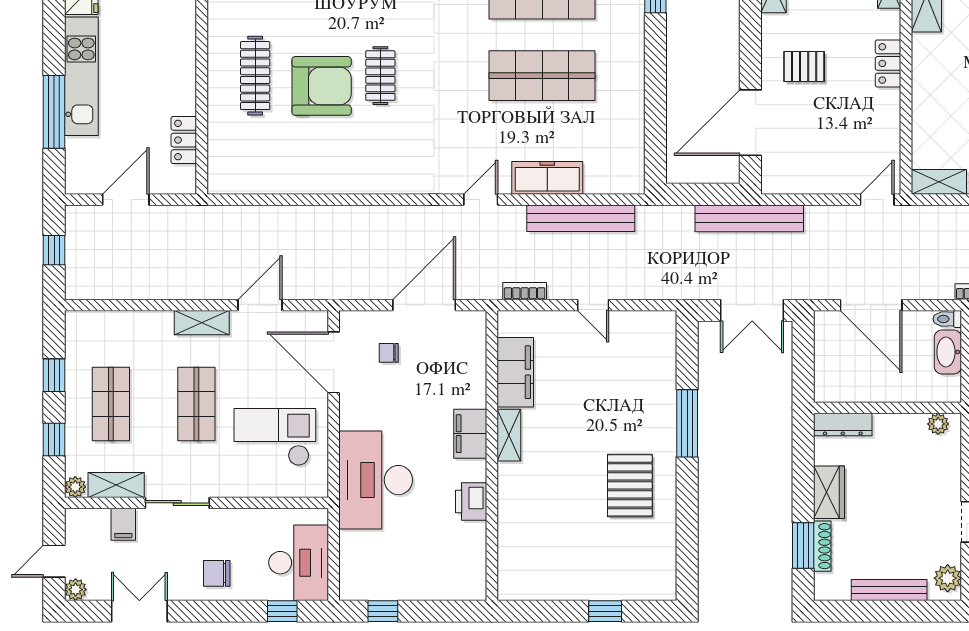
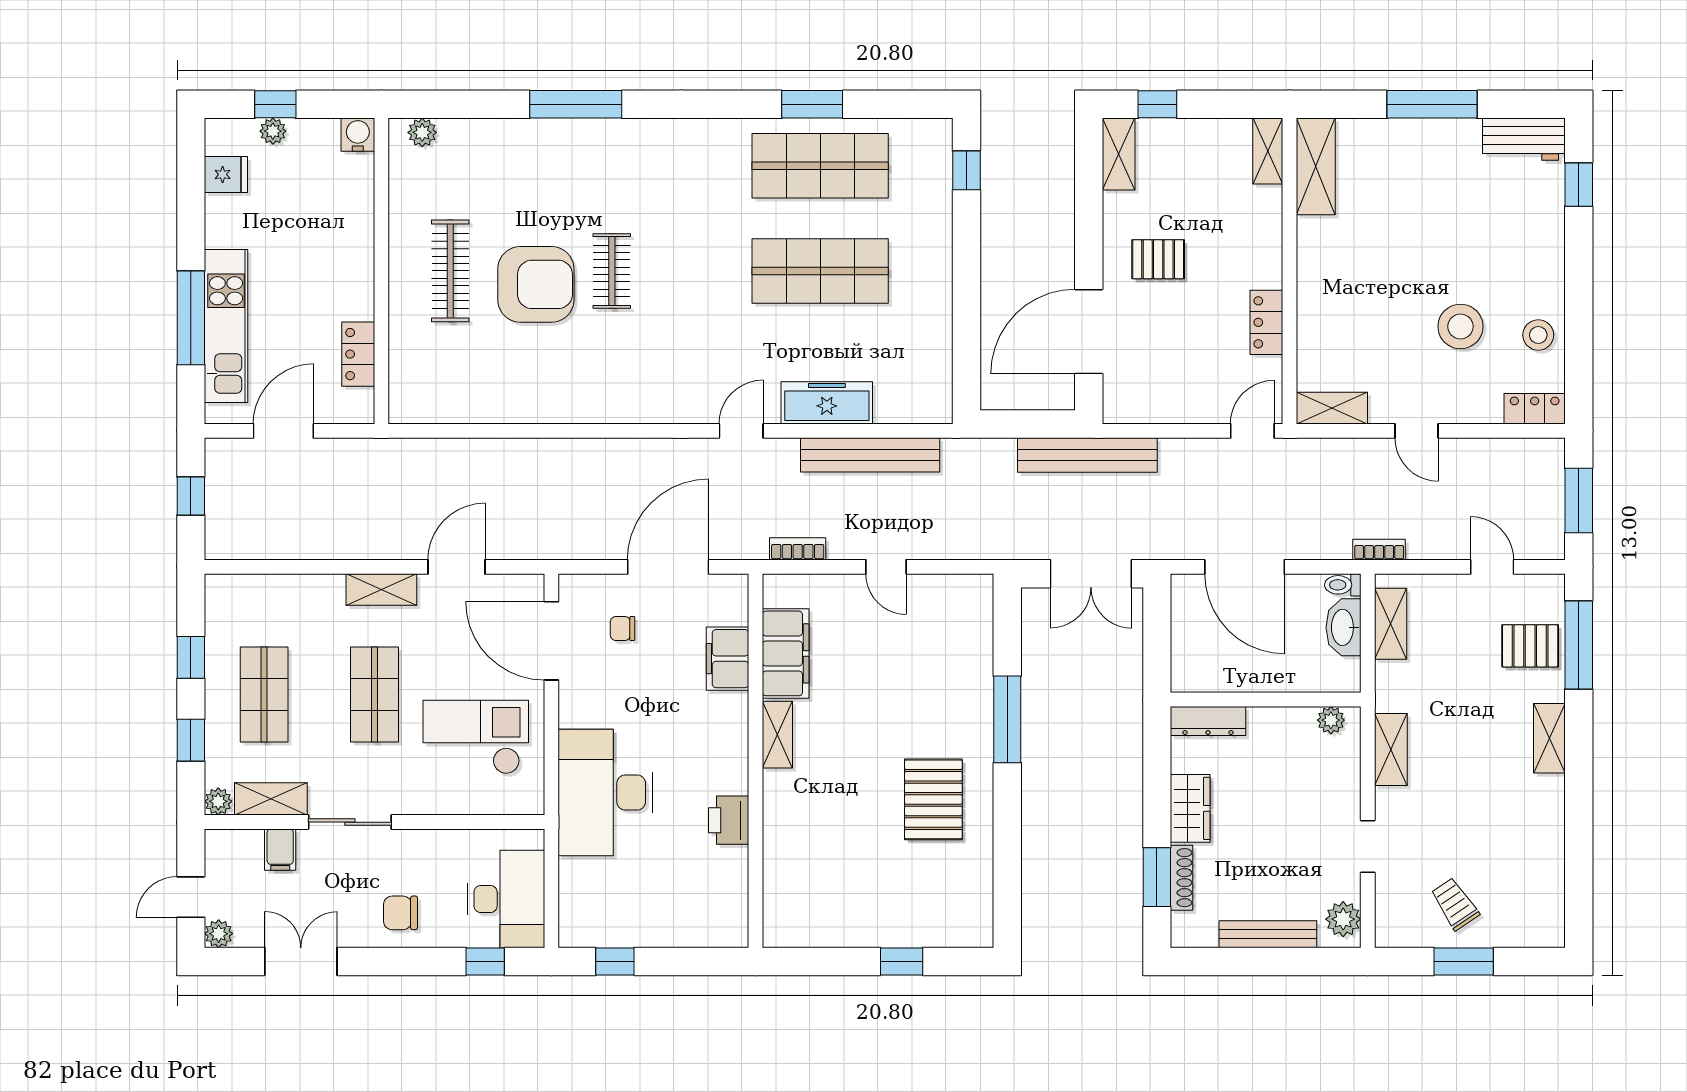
locker: (888, 63) -> (1266, 322), moved
kitchen unit: (81, 76) -> (226, 326), moved
filing cabinet: (470, 434) -> (728, 659), moved

